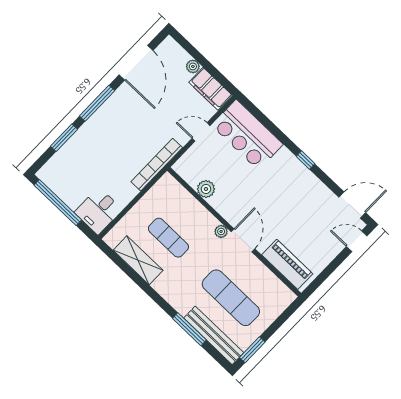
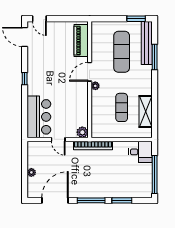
filing cabinet: (211, 89) -> (34, 154), removed
plant: (206, 189) -> (82, 132), moved

